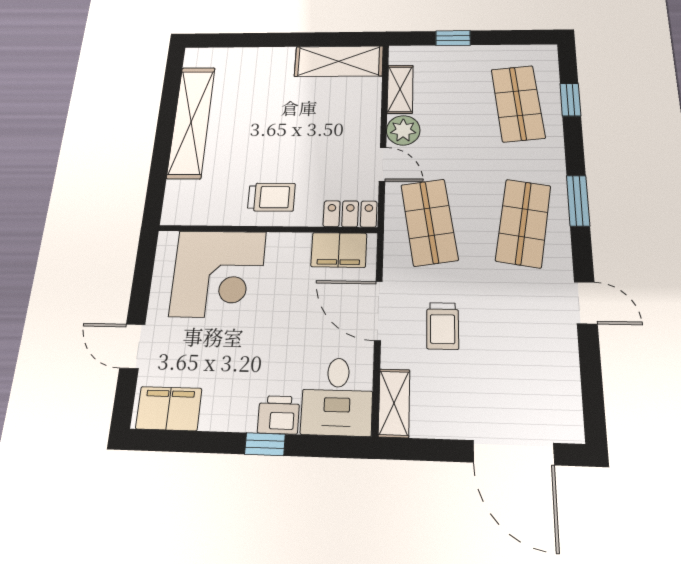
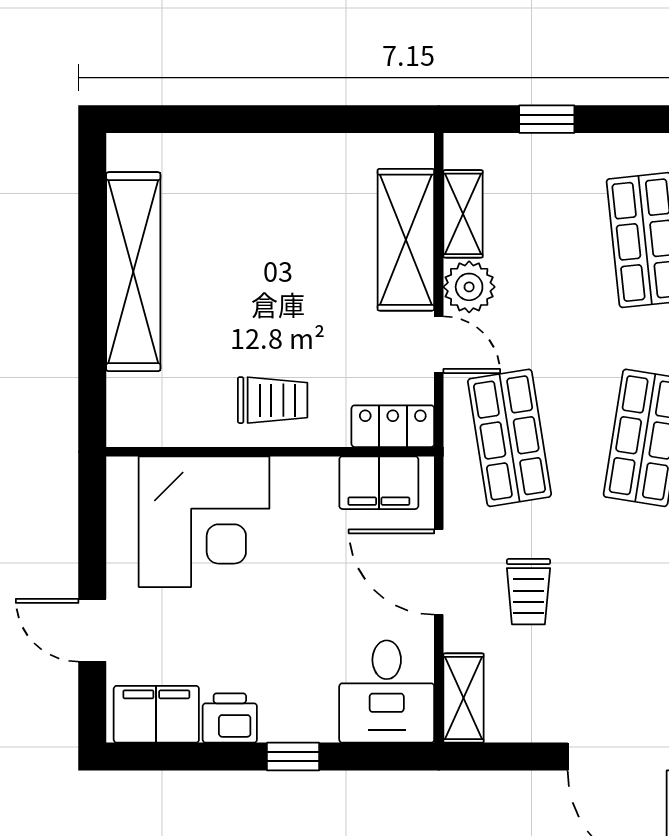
shelving: (339, 61) -> (406, 240), moved, turned 90
printer: (279, 415) -> (230, 718), moved

